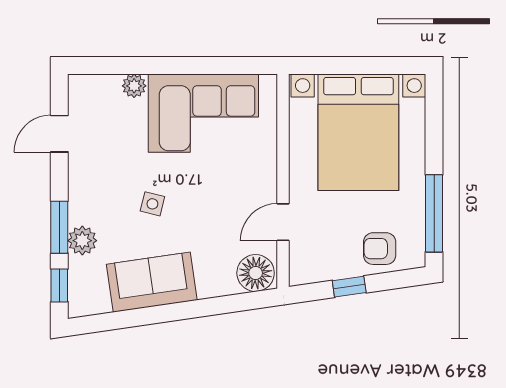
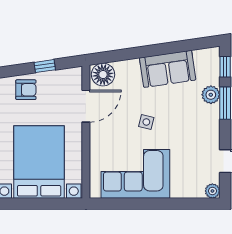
plant: (134, 86) -> (212, 191), moved
side table: (152, 204) -> (146, 122), moved
door: (283, 222) -> (86, 106), width x1.38

